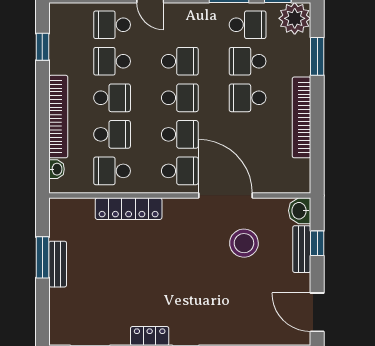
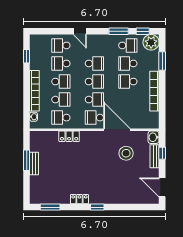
school desk: (180, 171) -> (94, 118), turned 180
locker: (129, 209) -> (69, 136), width x0.66

